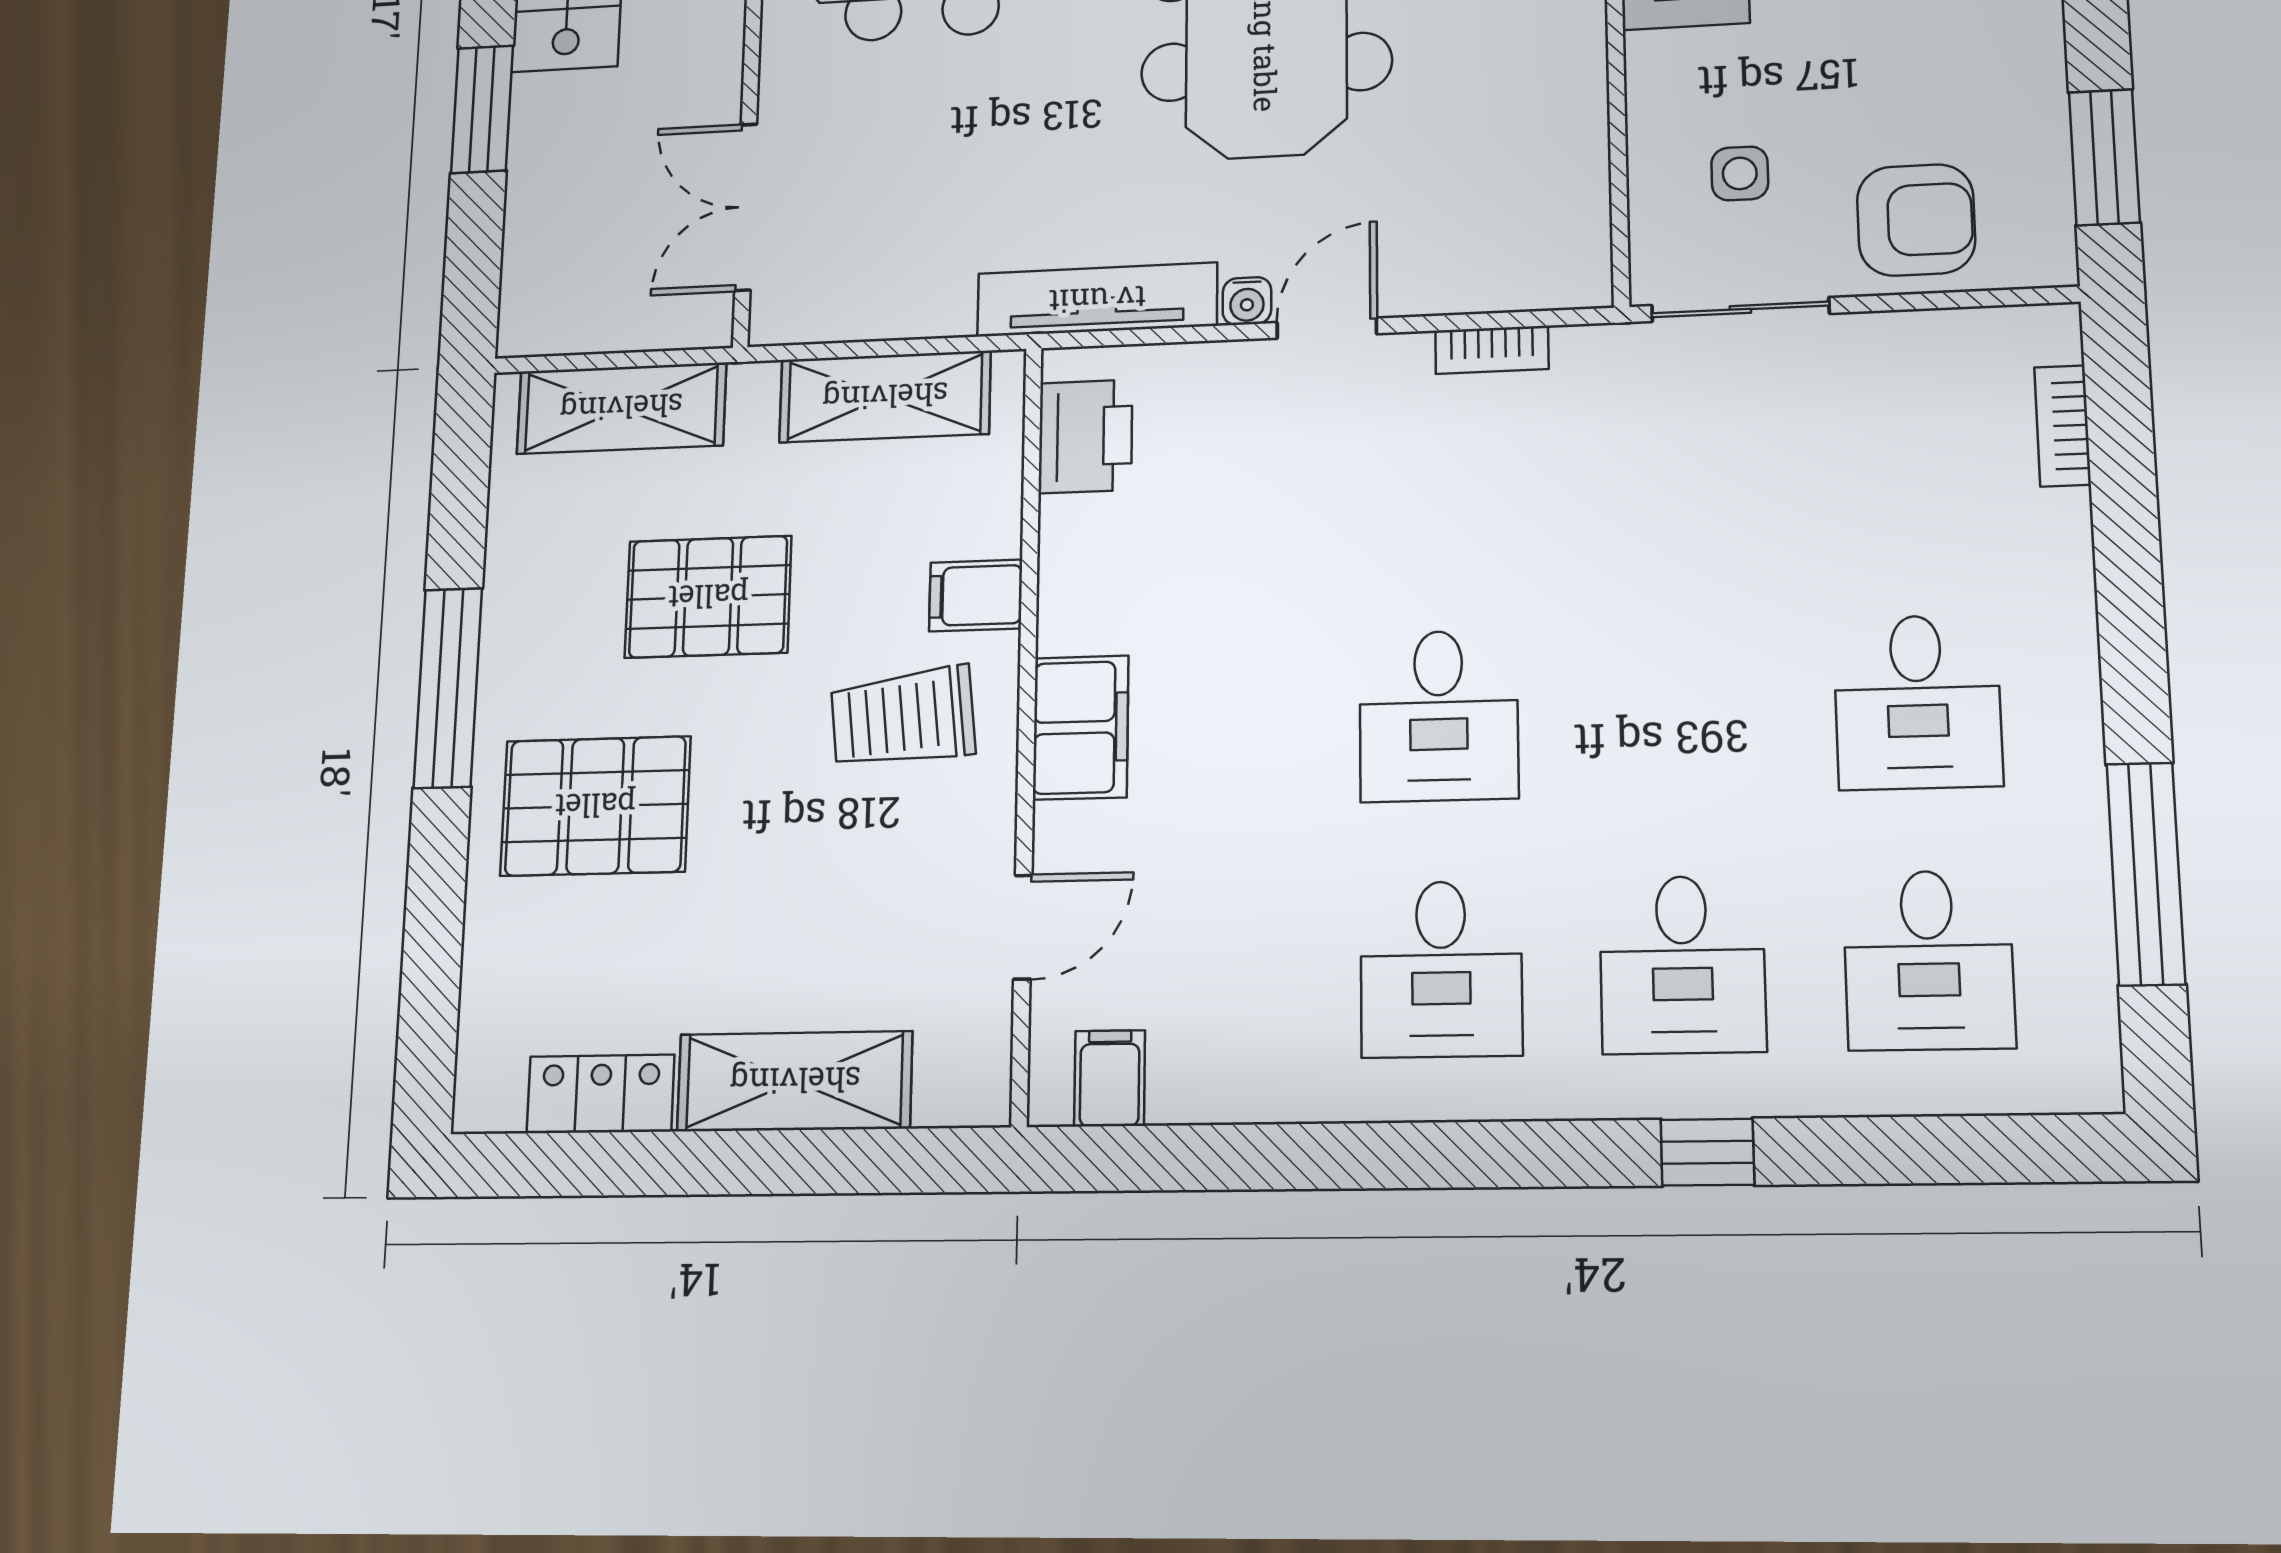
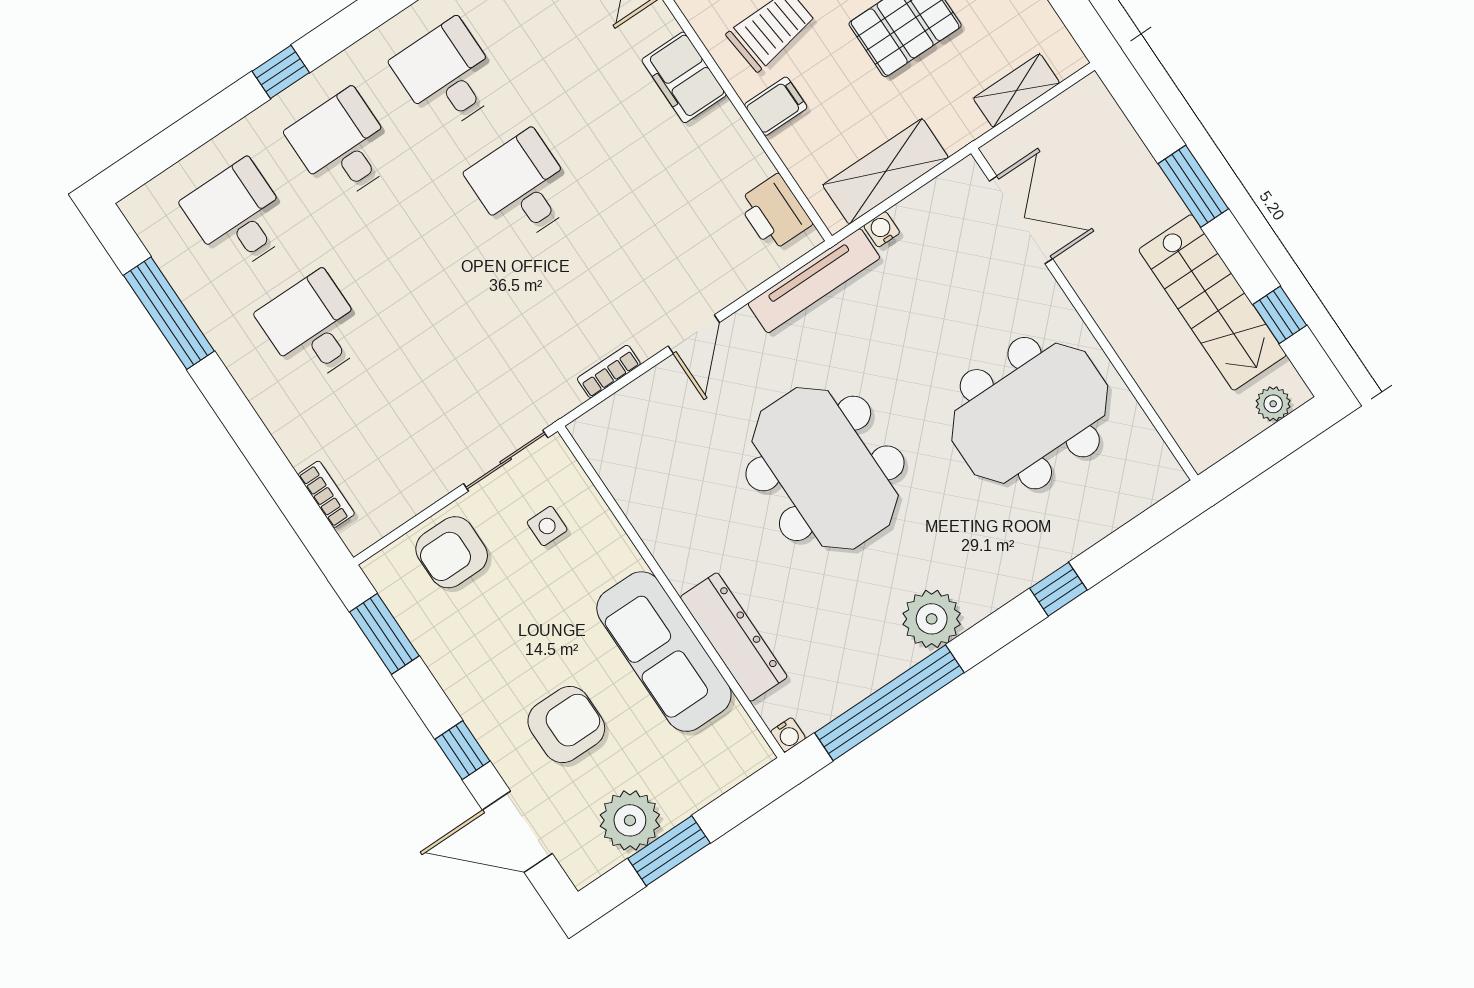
water cooler: (1247, 301) -> (882, 229), moved
shelving: (621, 408) -> (1016, 91), width x0.67, depth x0.75

